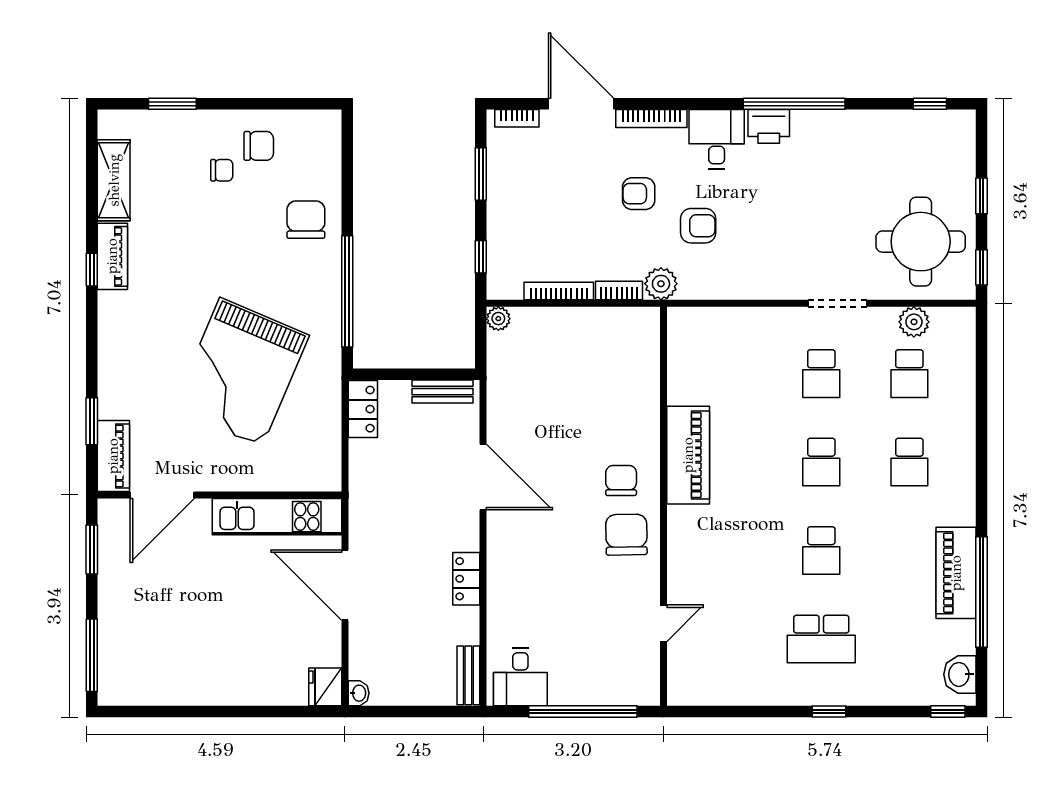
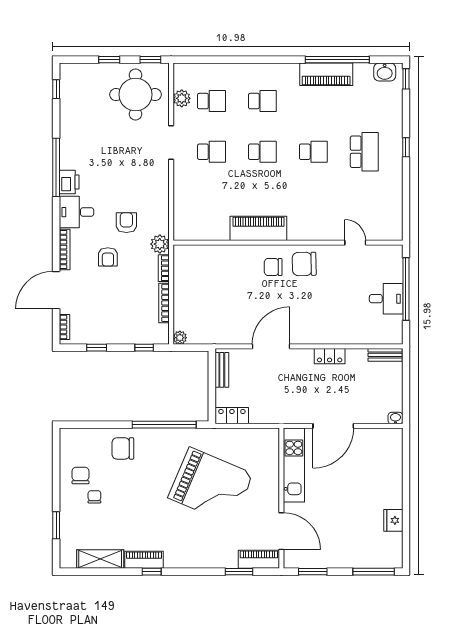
window: (481, 174) -> (97, 348), width x0.67
desk: (520, 677) -> (386, 299), moved
fridge: (325, 687) -> (393, 520), moved, turned 90

